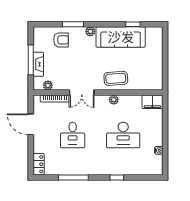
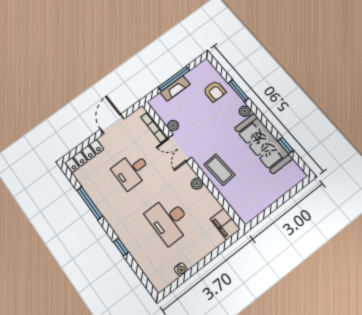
plant: (48, 85) -> (173, 126), moved
locker: (39, 164) -> (84, 156), width x1.53

